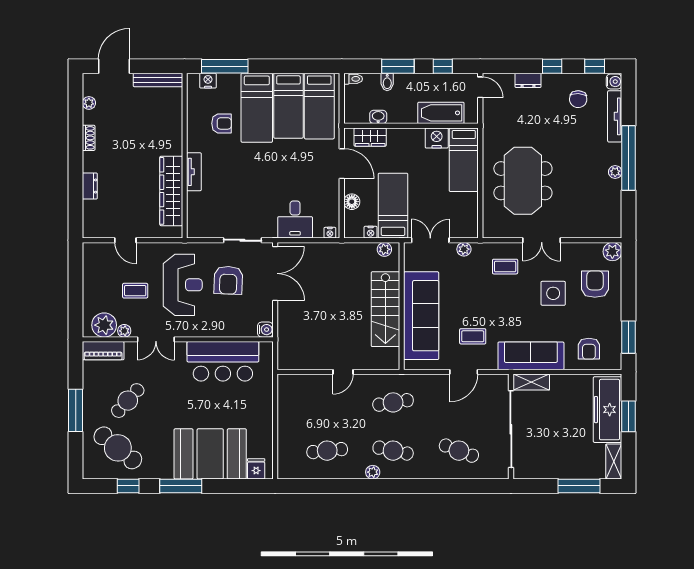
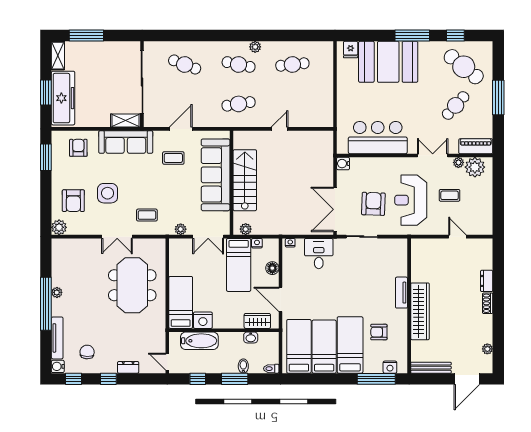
shoe rack: (89, 138) -> (488, 303), moved
wardrobe: (171, 191) -> (420, 311), moved
double door: (542, 240) -> (117, 237), swing flipped

